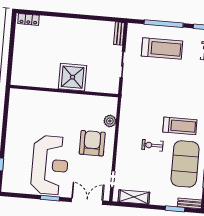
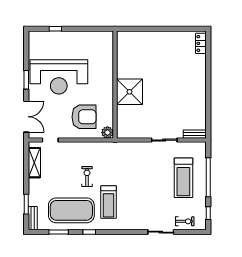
shower: (73, 77) -> (130, 92), moved
wall: (64, 91) -> (115, 85), moved

